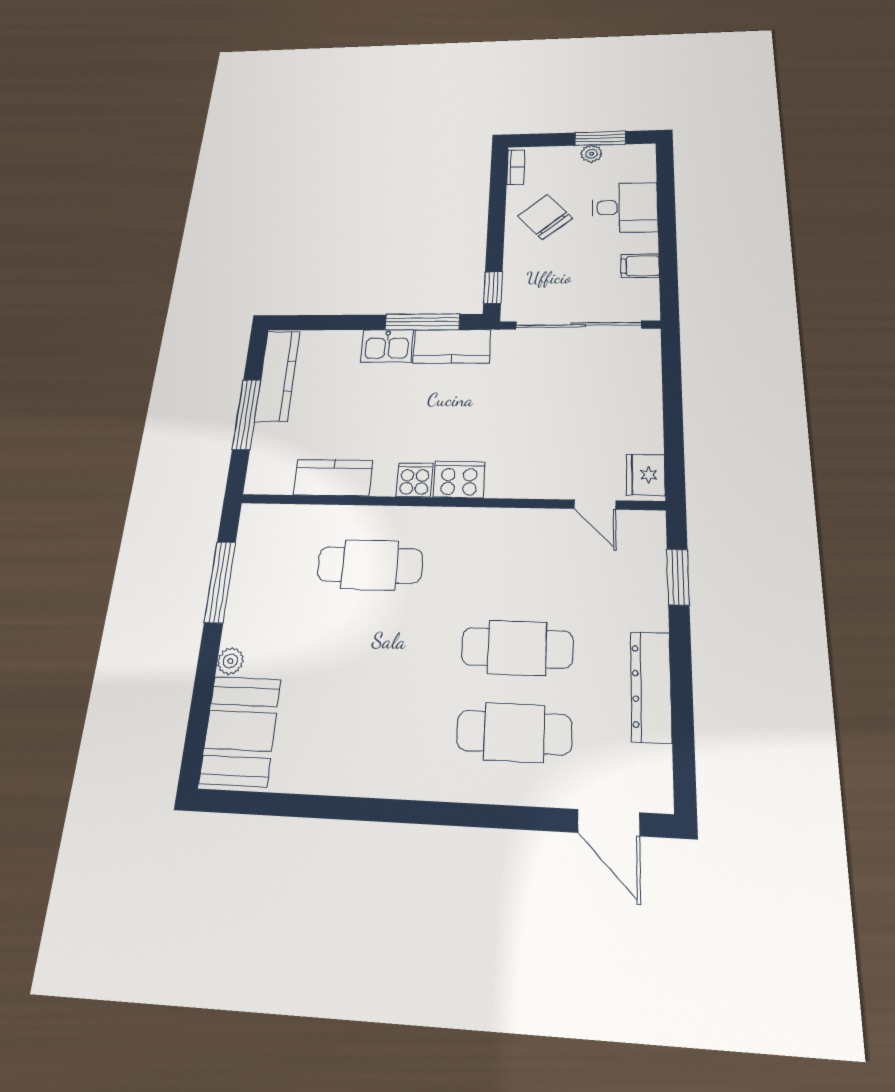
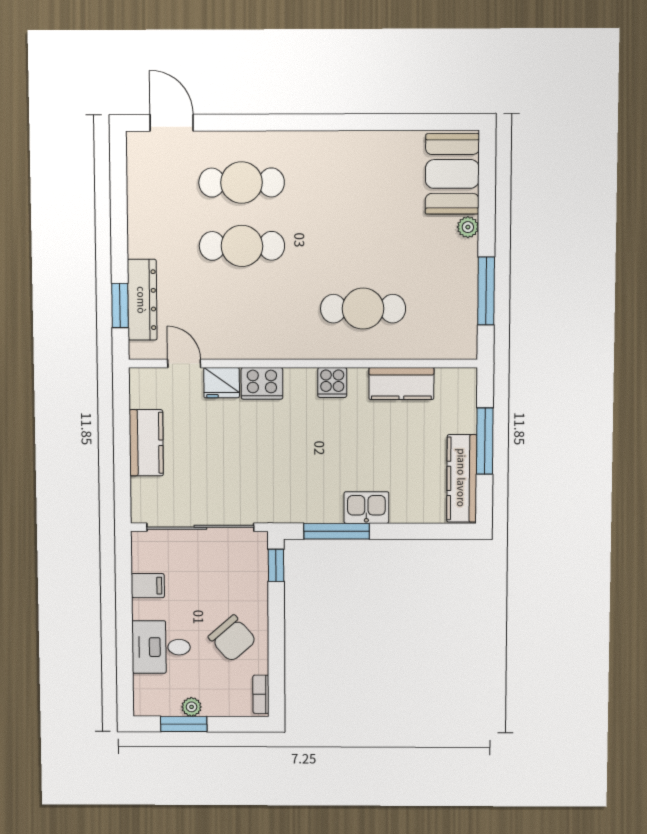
kitchen counter: (452, 346) -> (146, 443), moved, turned 90
fridge: (646, 475) -> (222, 383), moved, turned 90
cooker: (459, 479) -> (262, 383), moved
dresser: (651, 687) -> (142, 300), moved

